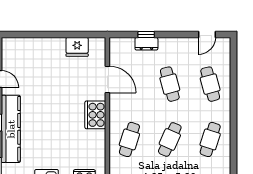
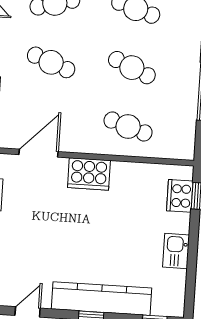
cafe table: (170, 84) -> (51, 62), turned 36

